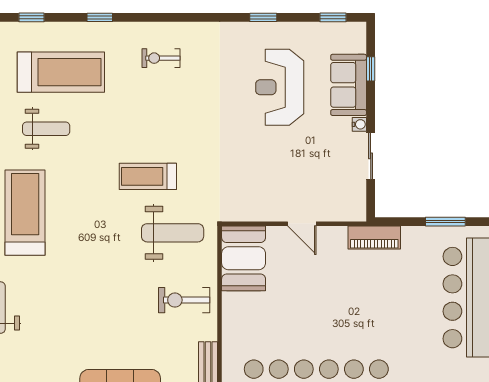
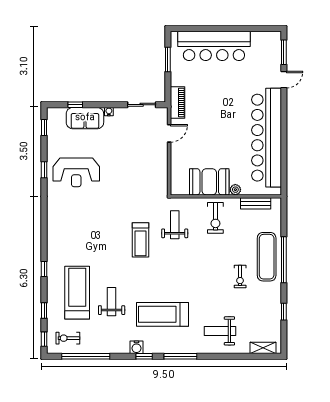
exercise bike: (161, 58) -> (240, 276), moved
reception desk: (280, 87) -> (76, 172), moved
sliding door: (371, 156) -> (142, 105), moved
door: (302, 224) -> (169, 133), moved
weight bench: (173, 233) -> (175, 225), width x0.73, depth x0.75
booth: (244, 258) -> (209, 182), moved
plant: (231, 333) -> (235, 190), added

